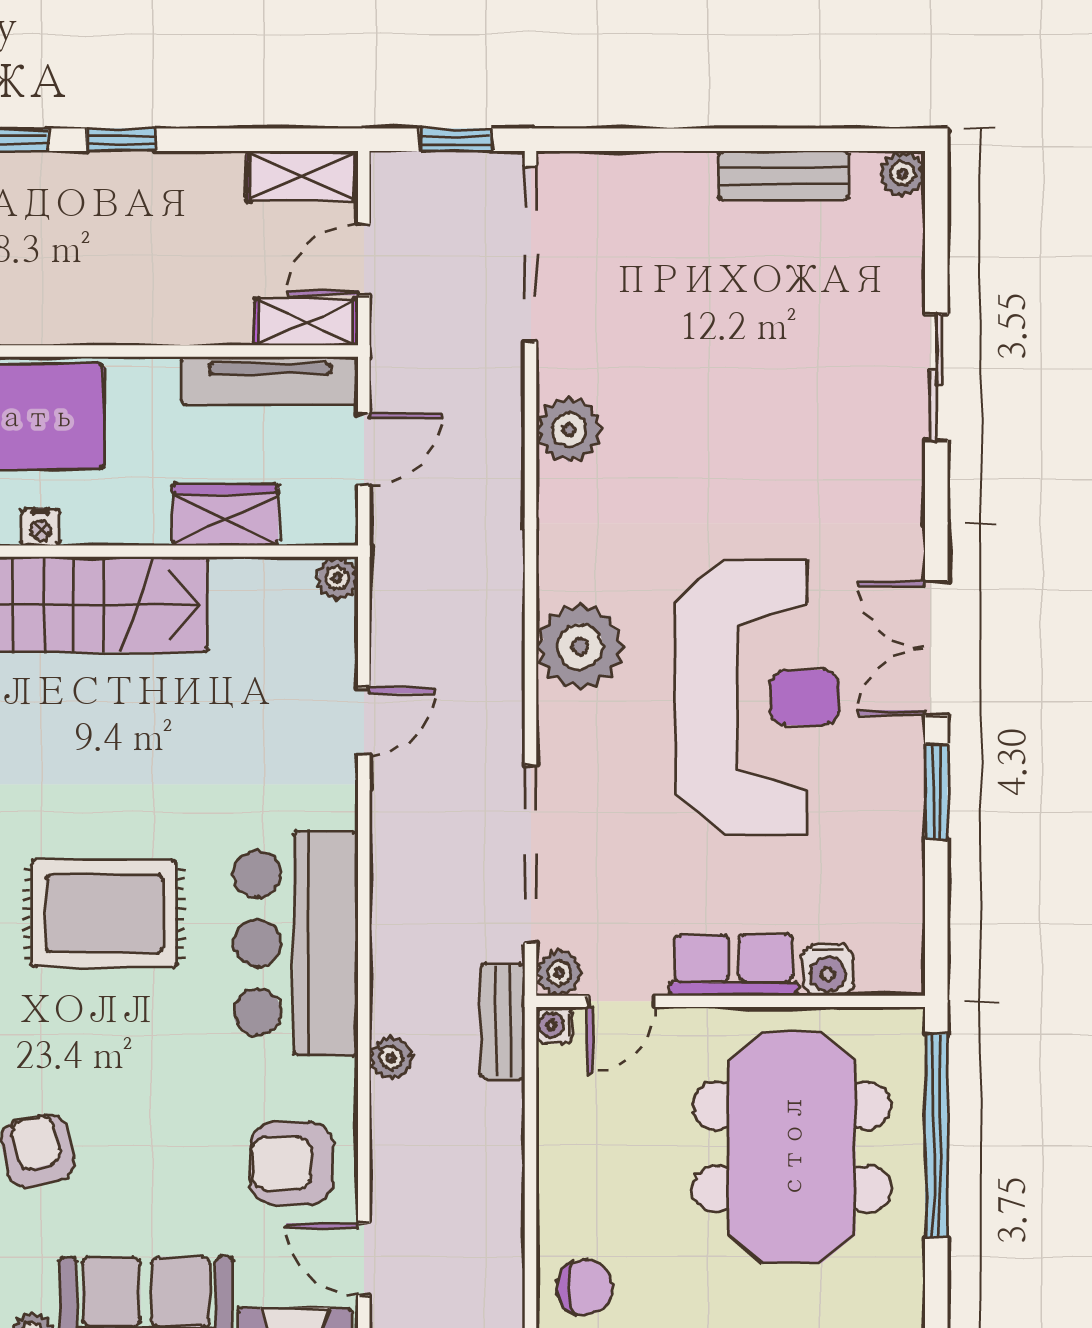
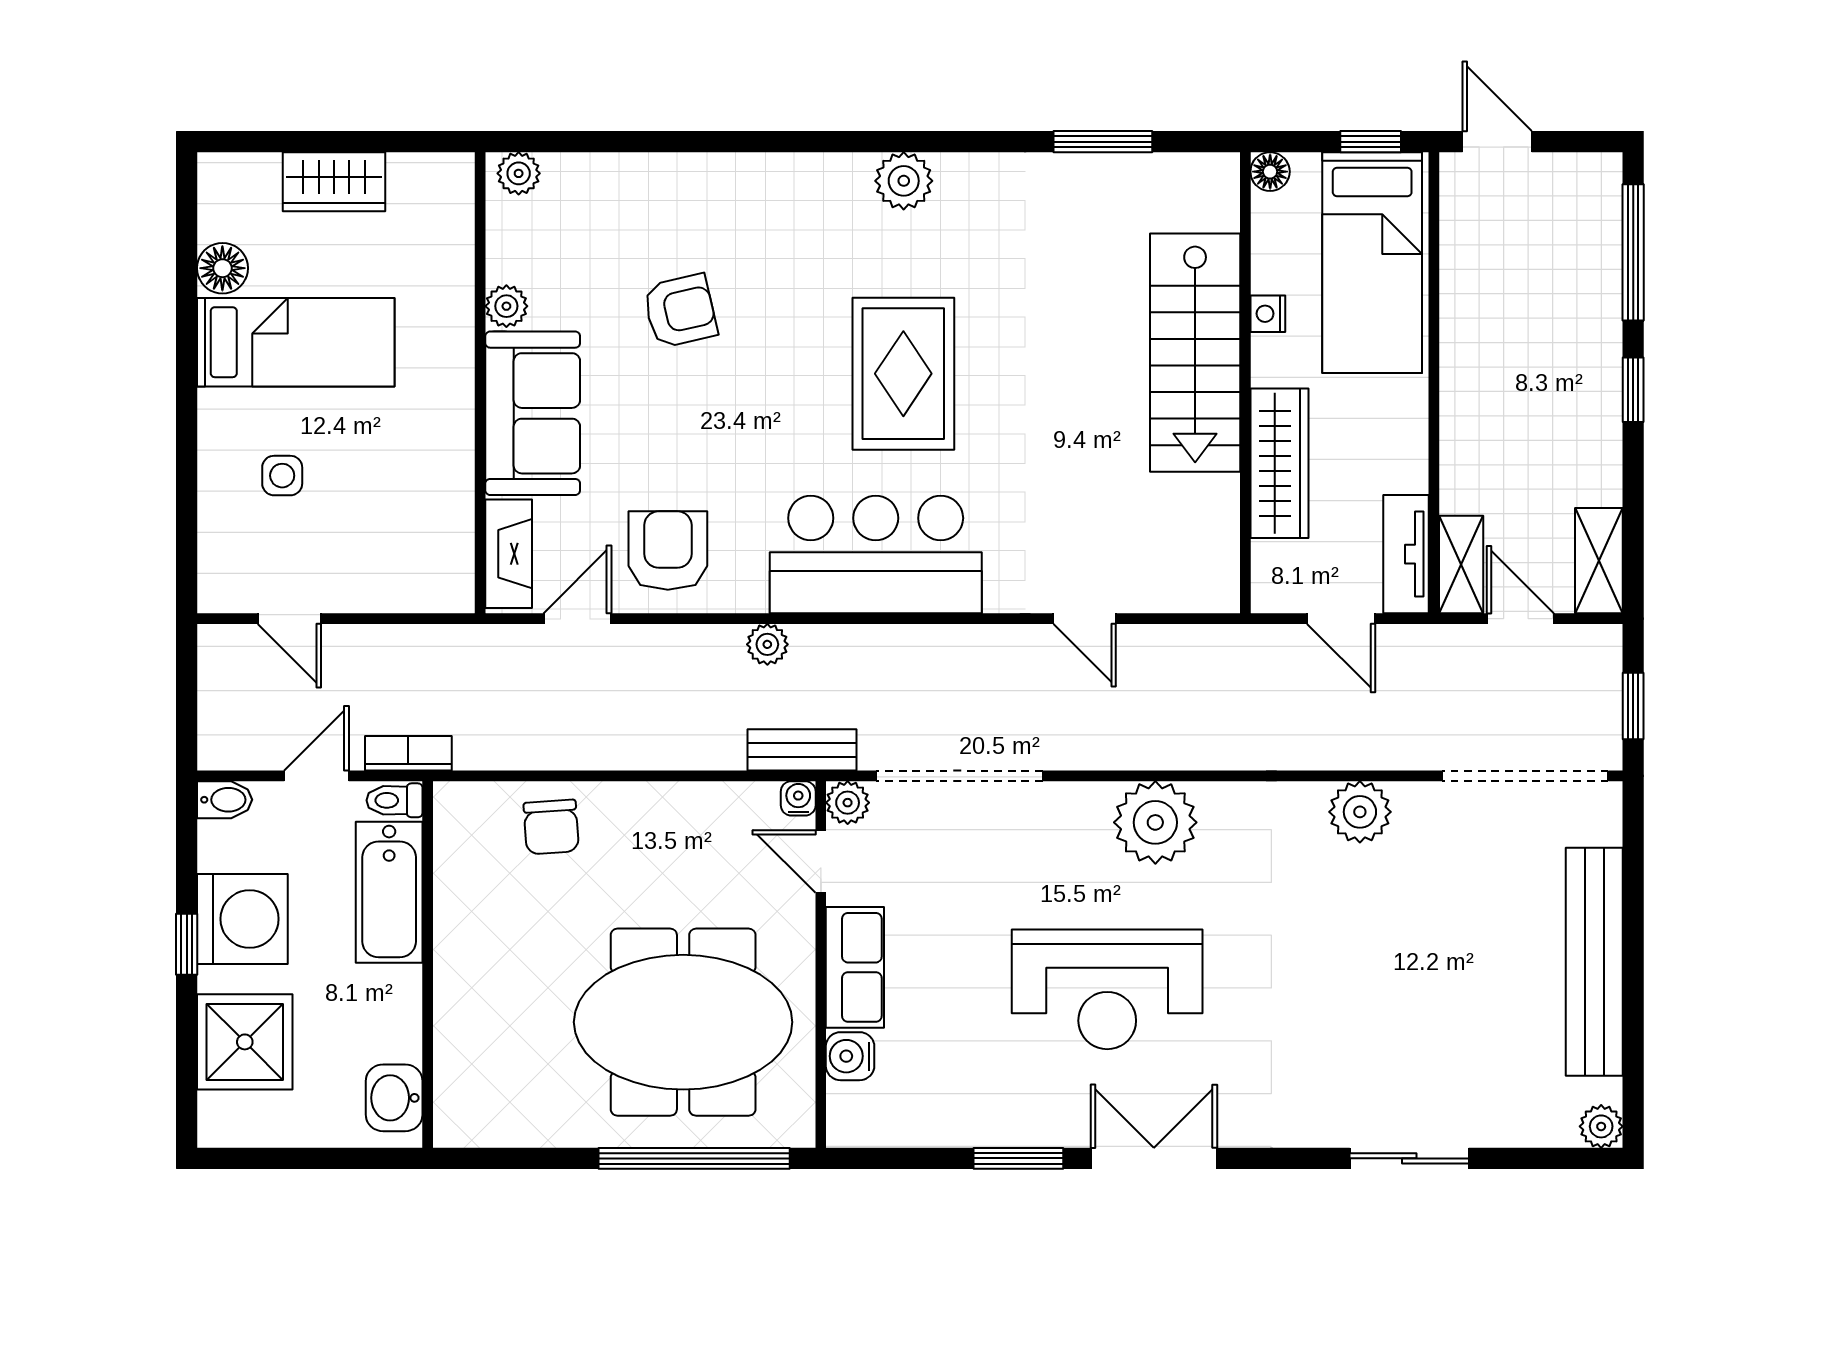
bench: (784, 176) -> (1594, 962), width x1.86, depth x1.21
tv unit: (270, 381) -> (1406, 554), width x0.71
wardrobe: (226, 515) -> (1279, 463), width x1.50
plant: (337, 578) -> (1220, 593), removed
reception desk: (757, 698) -> (1107, 989), width x0.74, depth x0.77

